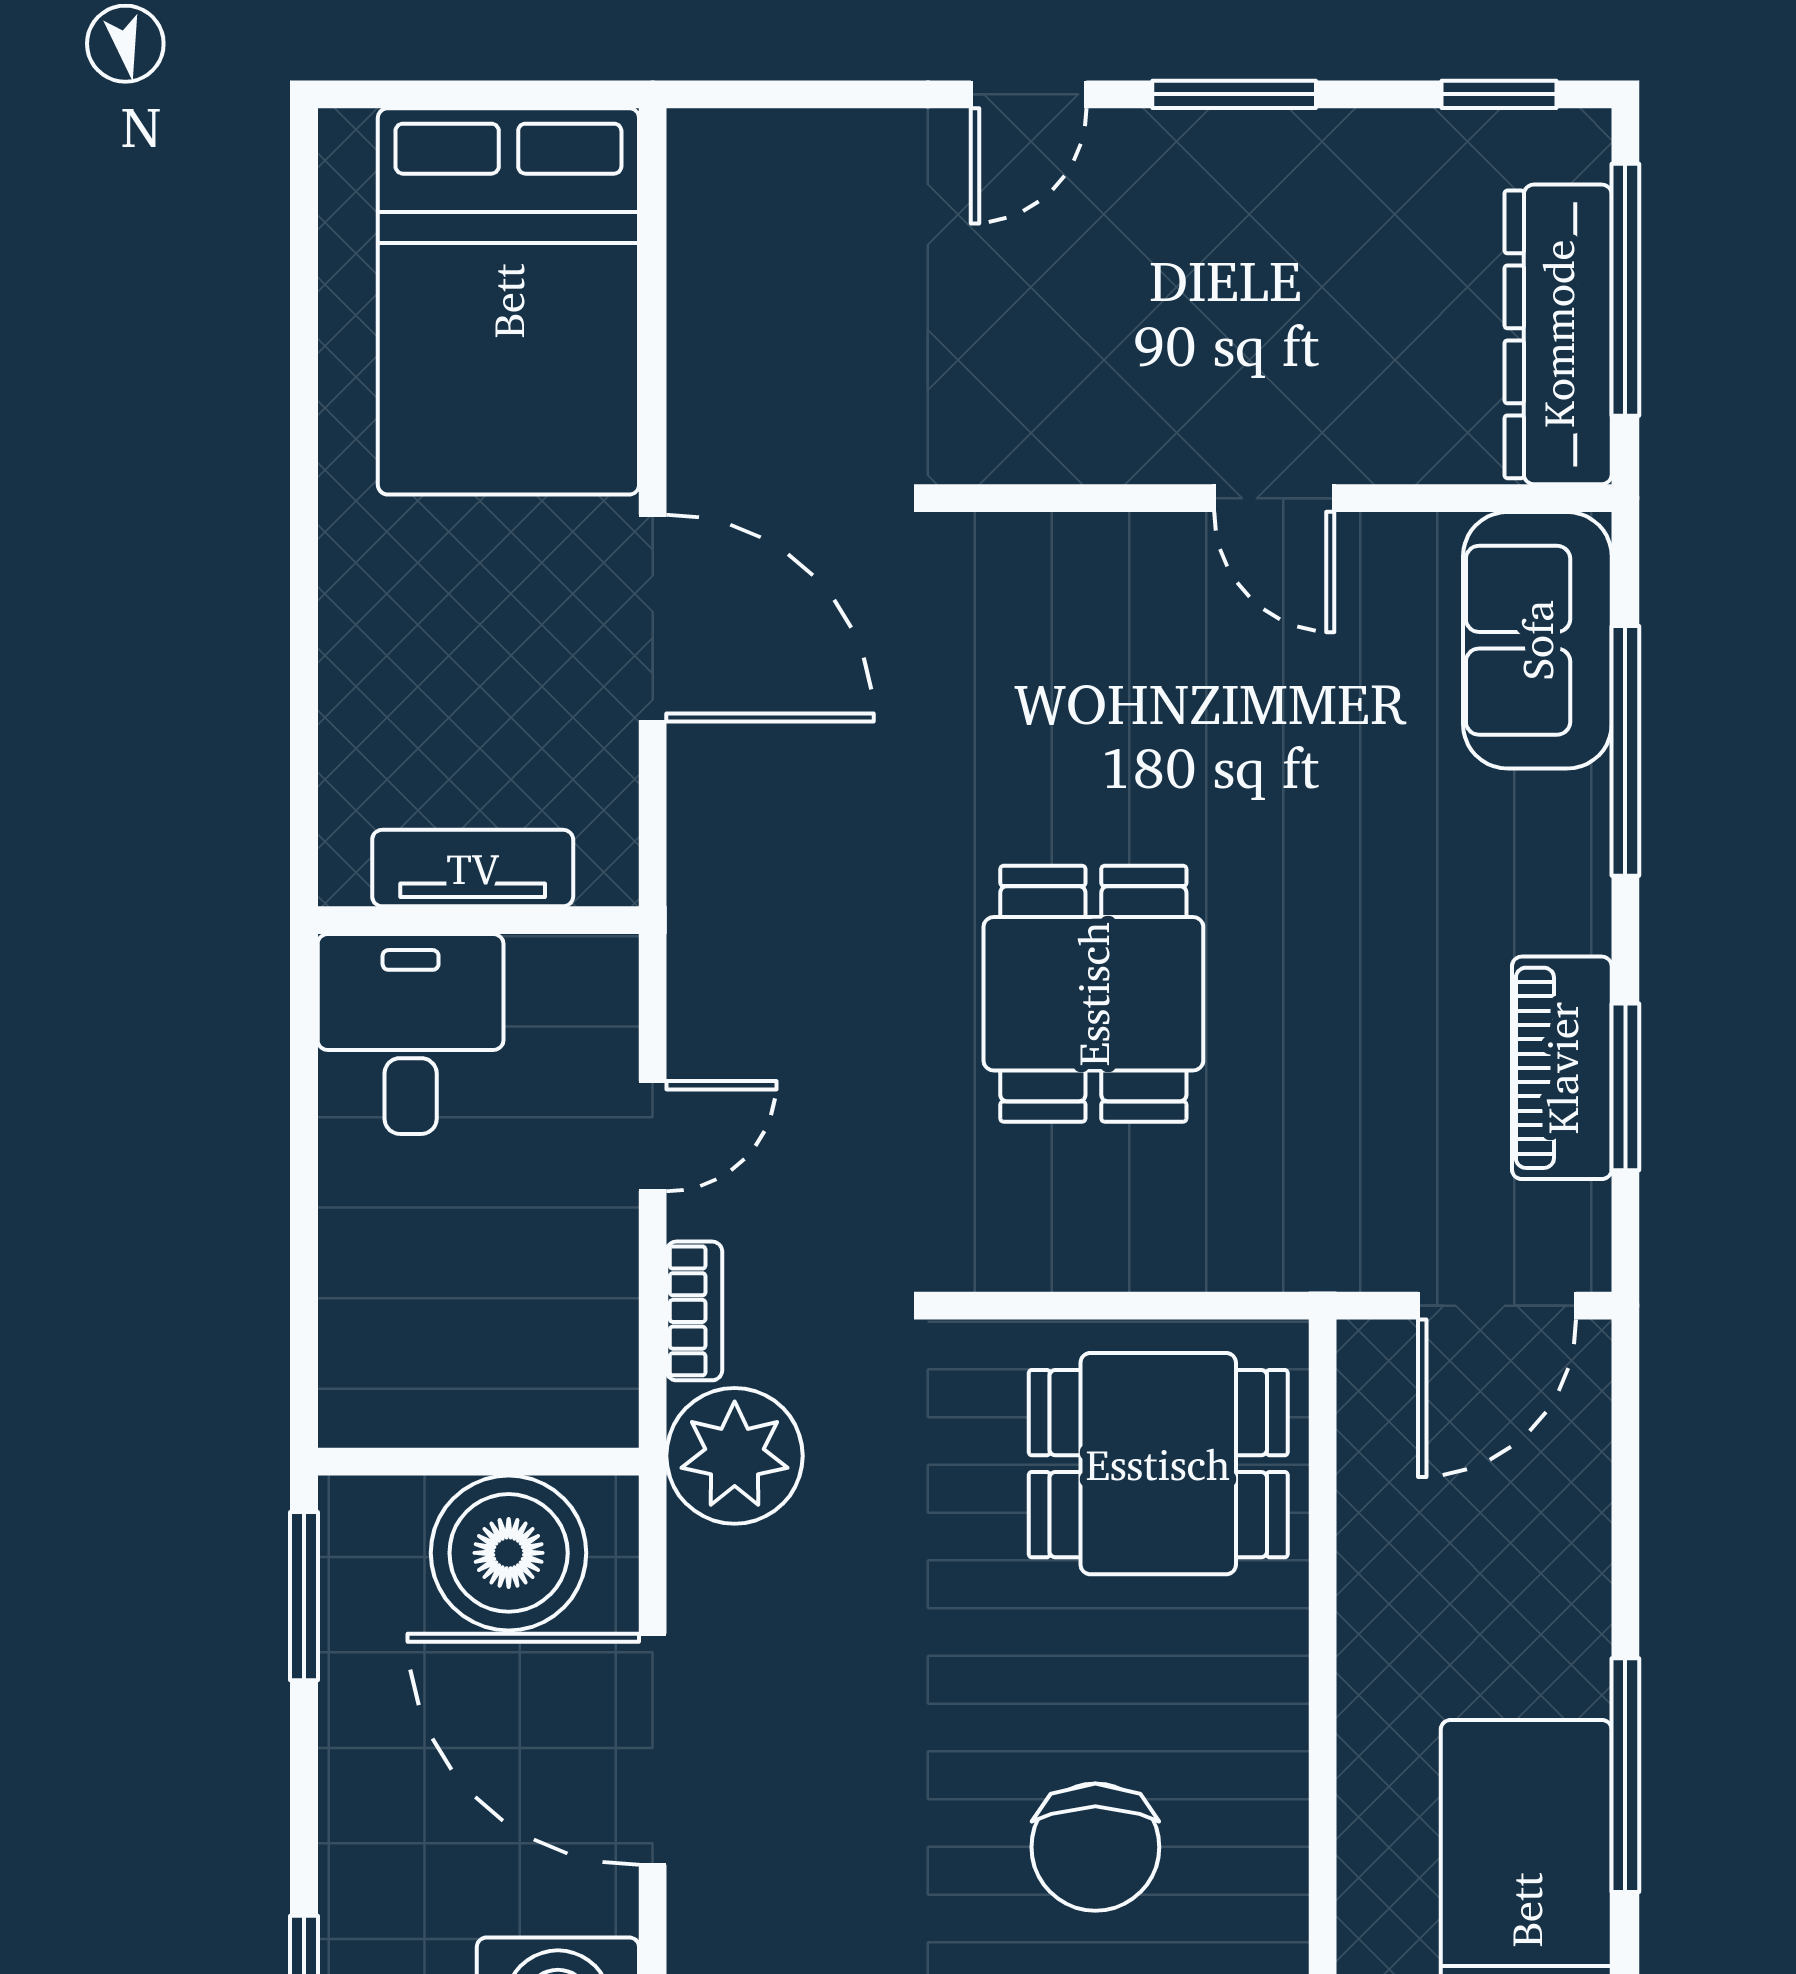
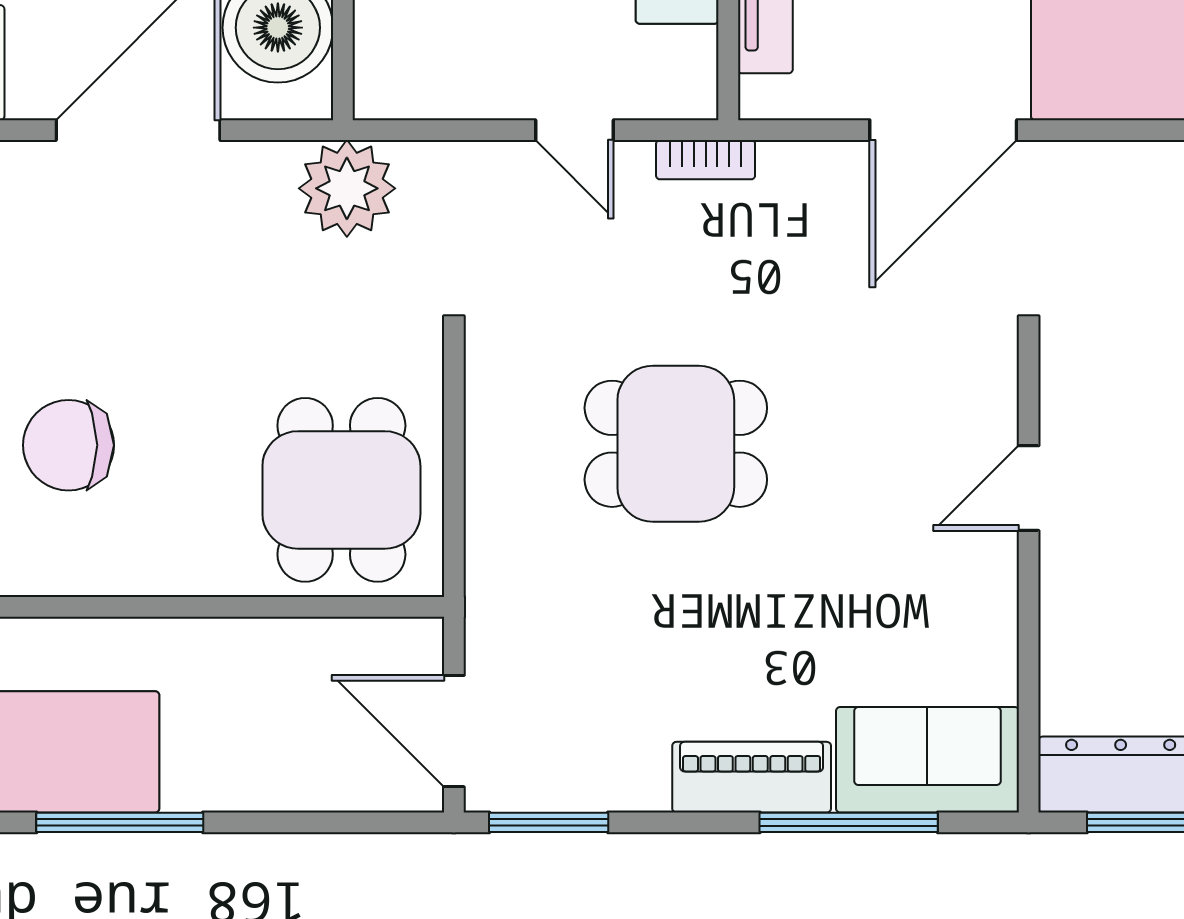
door: (1274, 498) -> (1029, 488), moved
piano: (1562, 1068) -> (752, 777), moved
window: (1625, 1087) -> (549, 822), moved
bookcase: (694, 1311) -> (706, 160), moved

